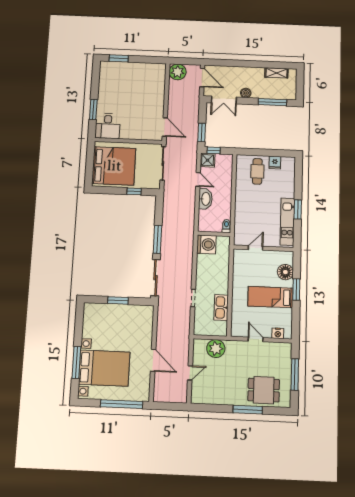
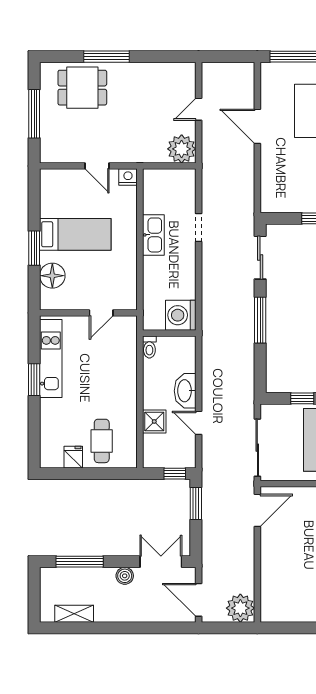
door: (165, 127) -> (257, 510), swing flipped
shower: (208, 160) -> (154, 421), moved
sliding door: (156, 278) -> (260, 258), width x0.73
kitchen sink: (221, 307) -> (153, 235), moved
nightstand: (278, 333) -> (128, 177), moved
plant: (216, 349) -> (182, 149), moved

